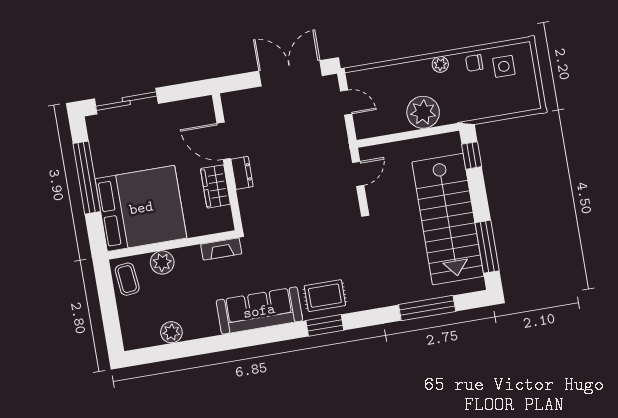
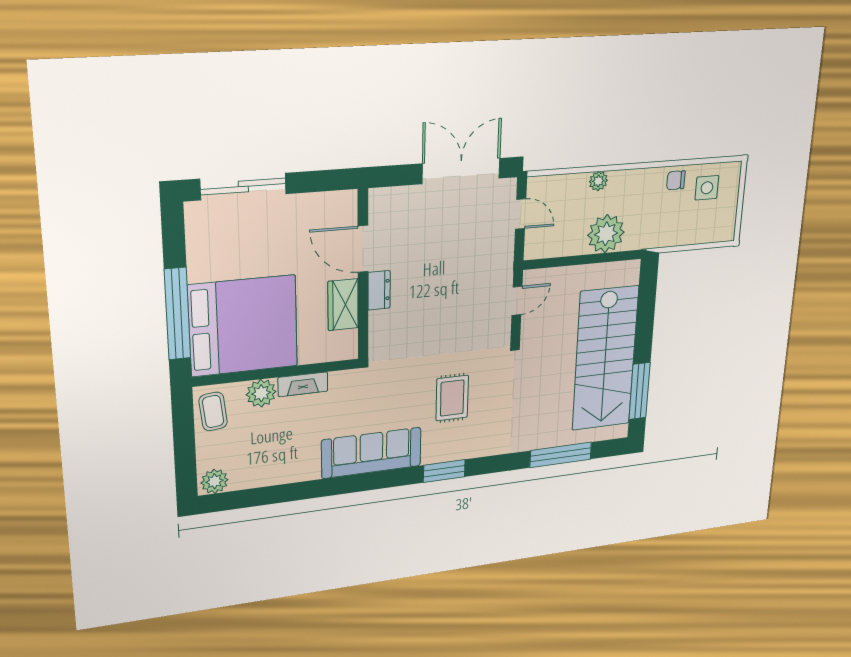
plant: (440, 64) -> (598, 181), moved
window: (472, 155) -> (647, 288), removed
window: (87, 178) -> (178, 314), moved
fireplace: (221, 249) -> (303, 384), moved
rug: (325, 296) -> (452, 398), moved, turned 90
plant: (171, 332) -> (214, 481), moved

